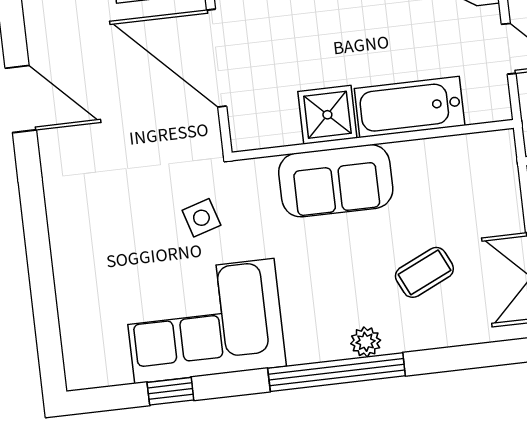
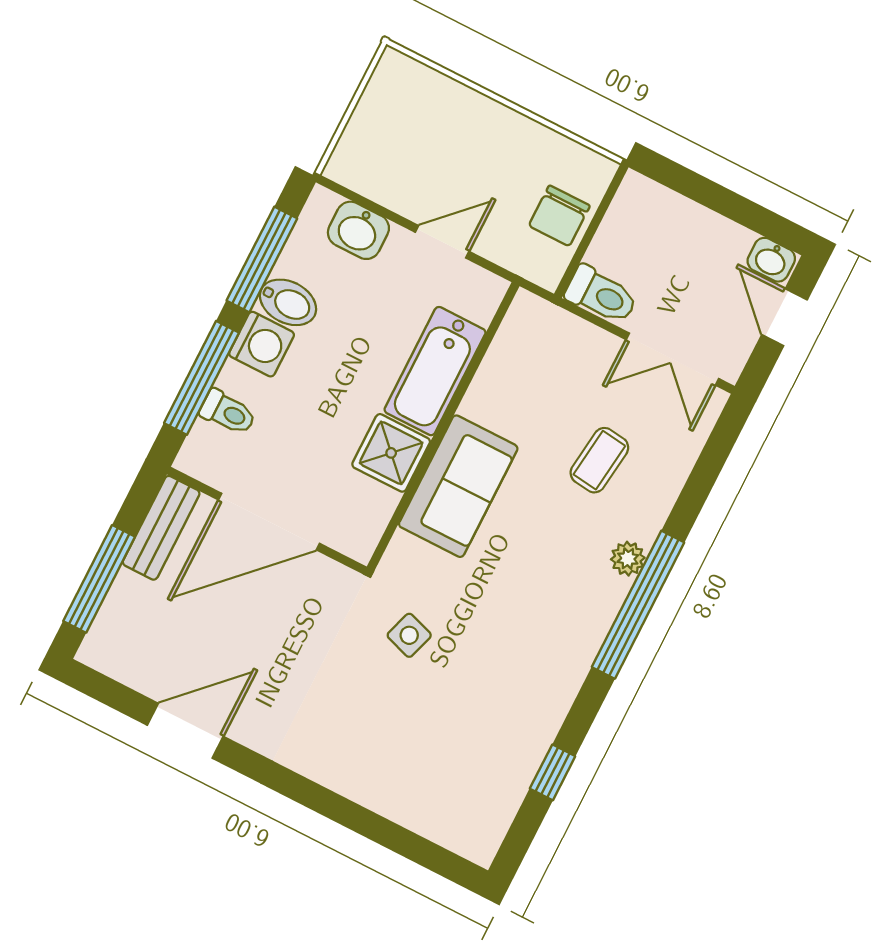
side table: (201, 218) -> (409, 635), turned 35
coffee table: (424, 272) -> (599, 460), turned 32
corner sofa: (204, 321) -> (508, 697), removed

